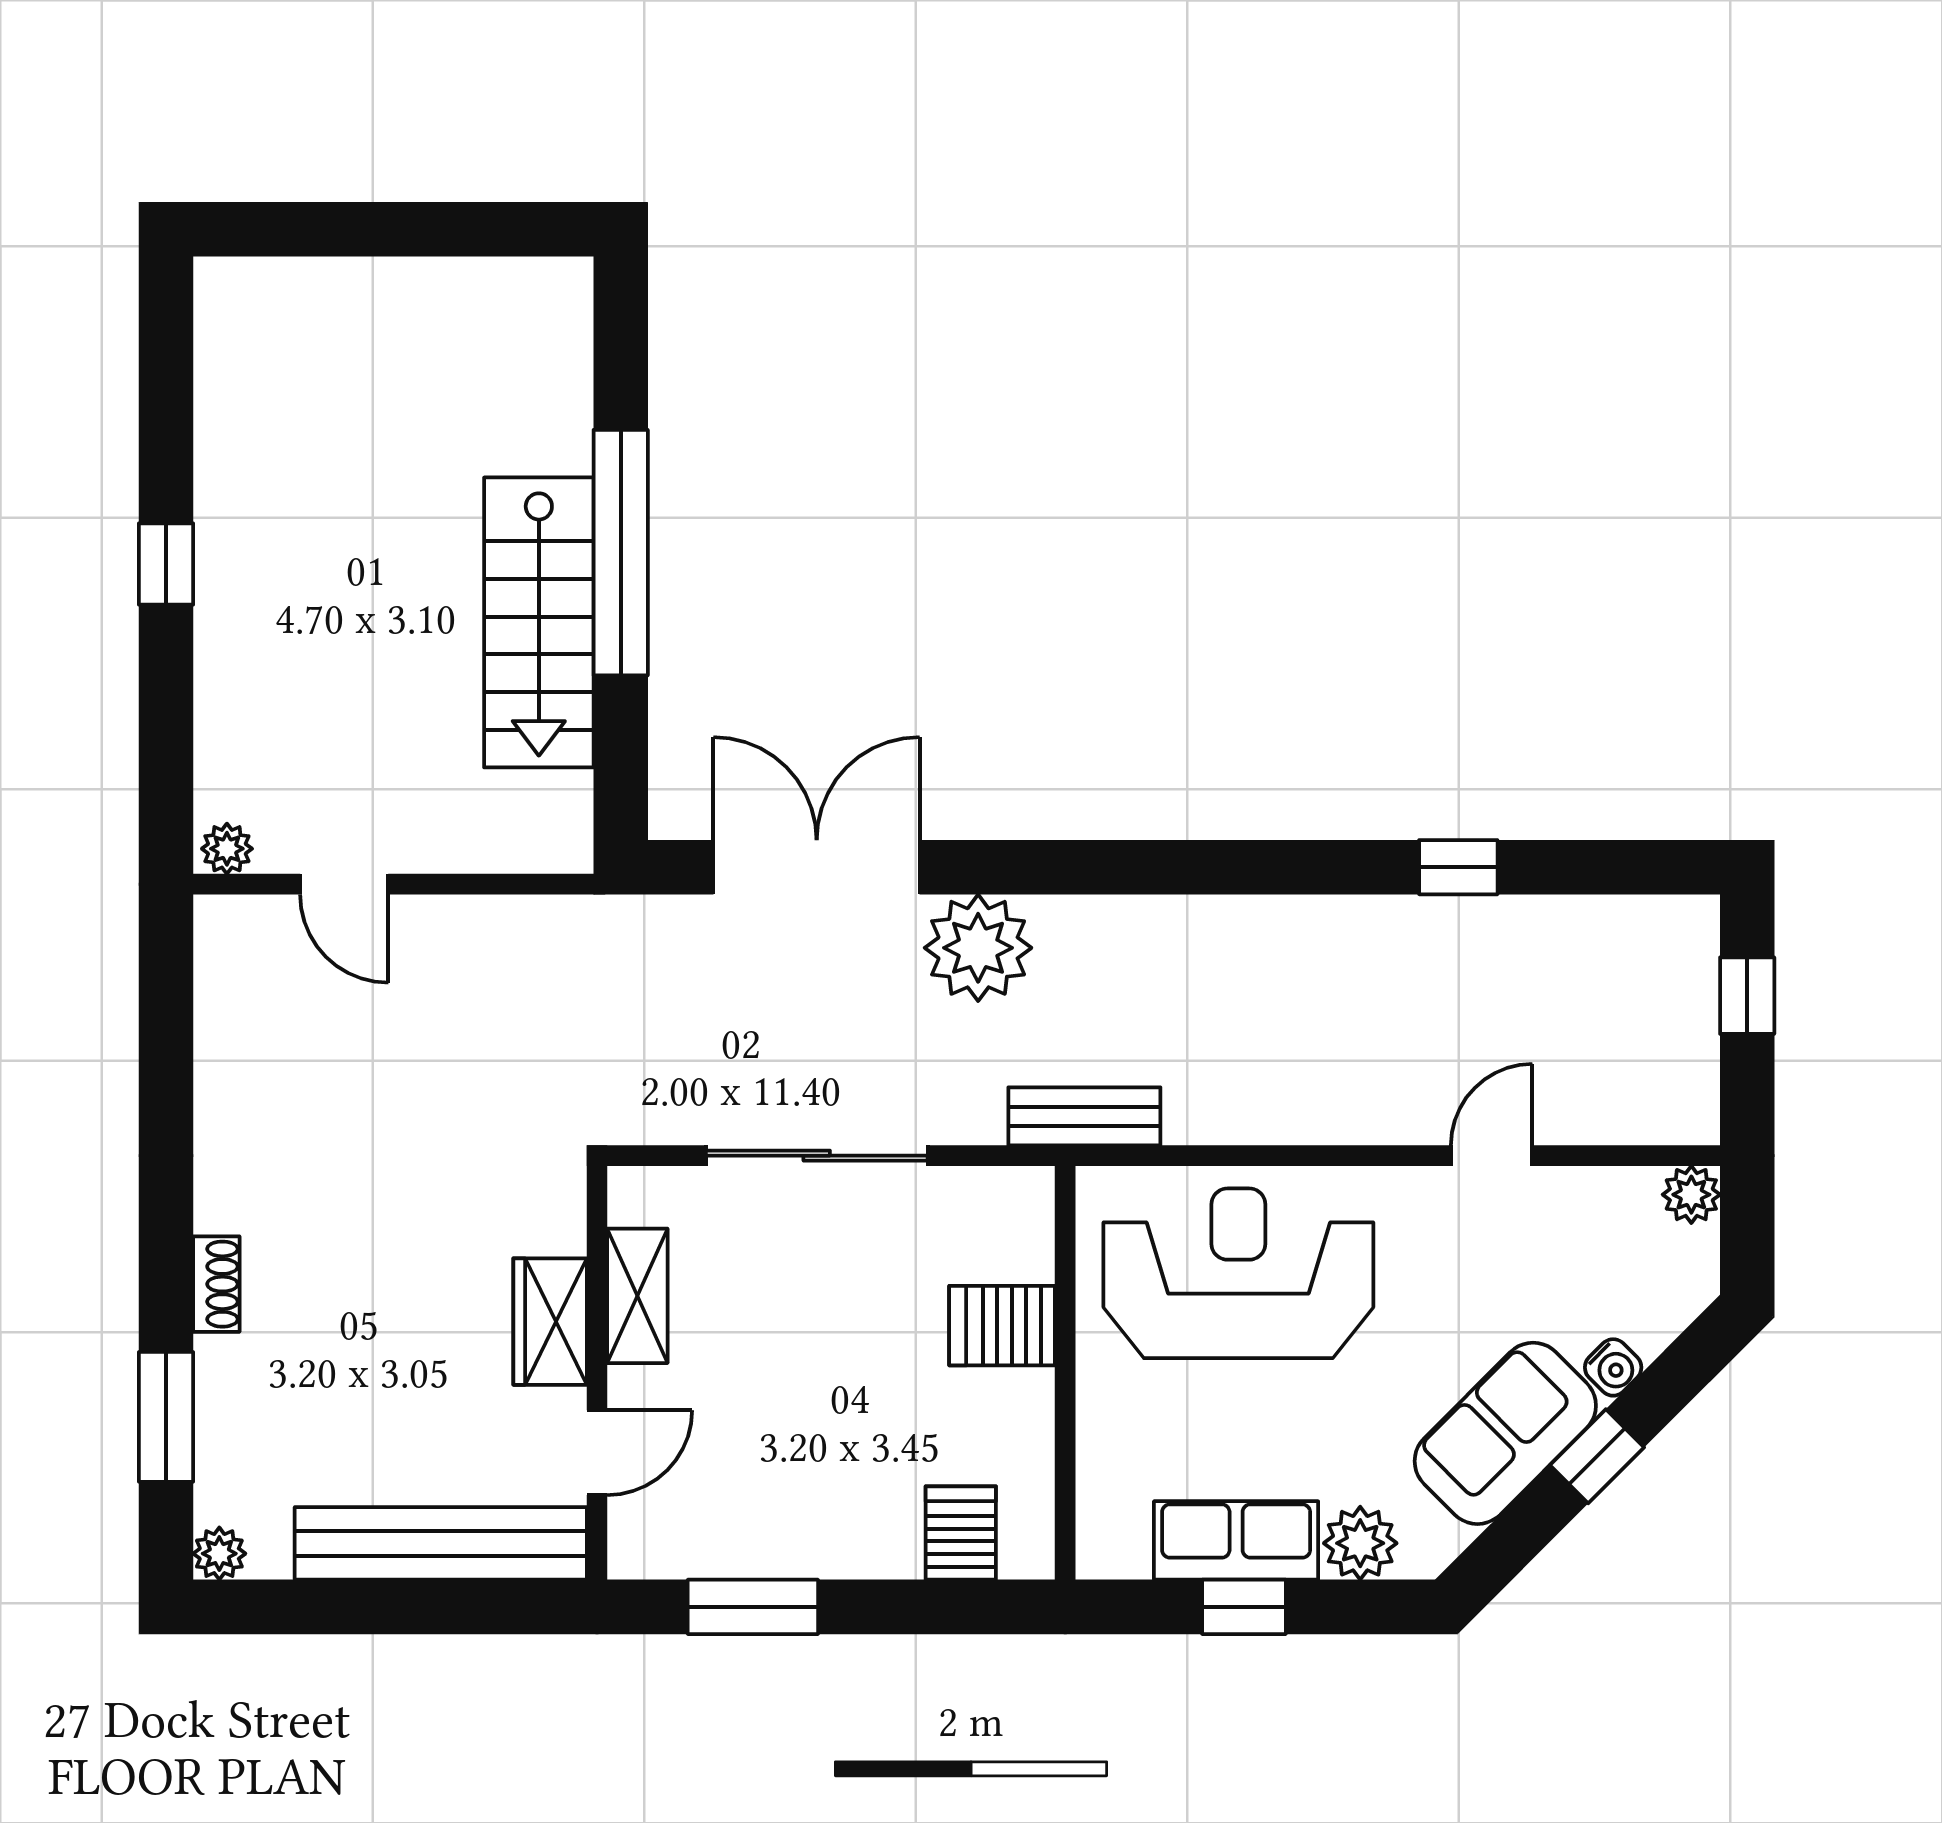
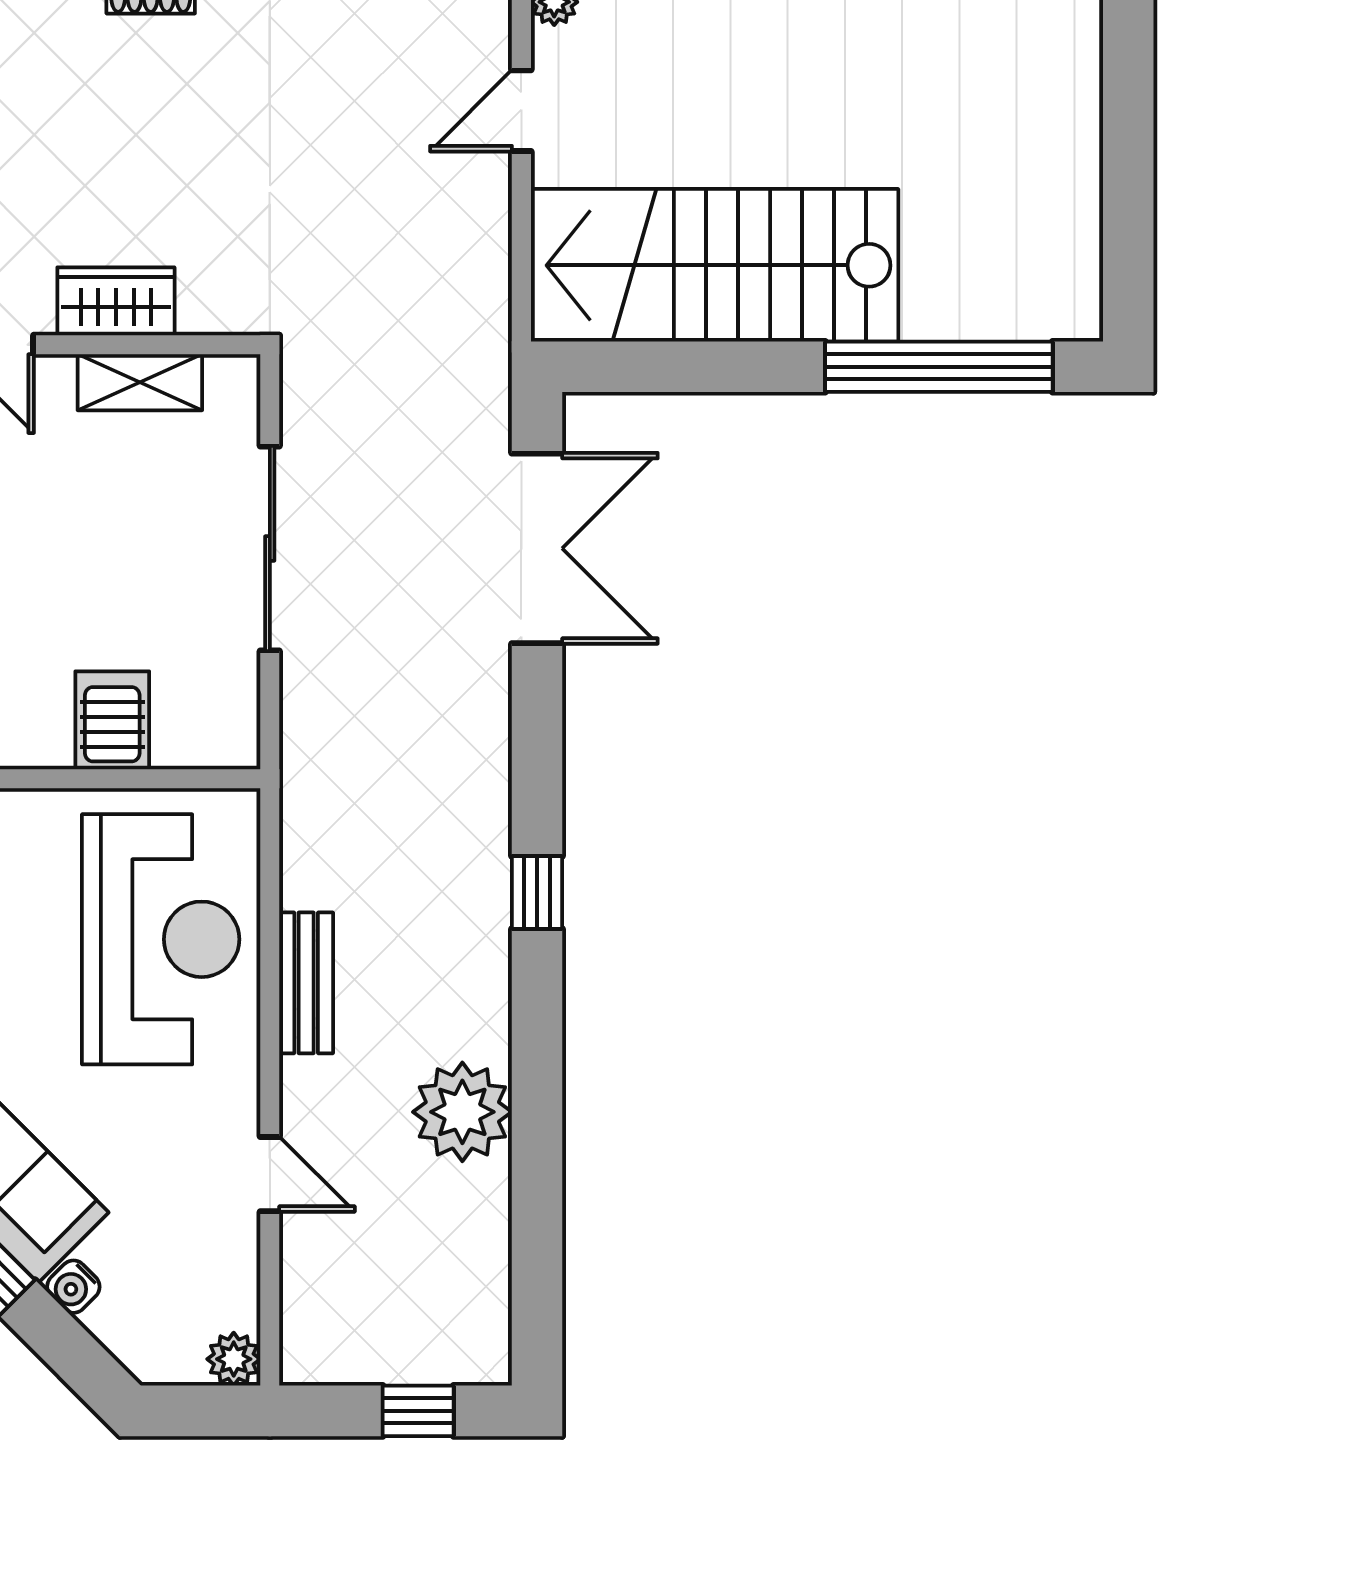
window: (621, 553) -> (939, 367), moved
stairs: (539, 622) -> (715, 265), width x1.36, depth x1.51
window: (1458, 867) -> (537, 892), moved
plant: (978, 948) -> (462, 1112), moved
bench: (1084, 1116) -> (306, 983), moved

